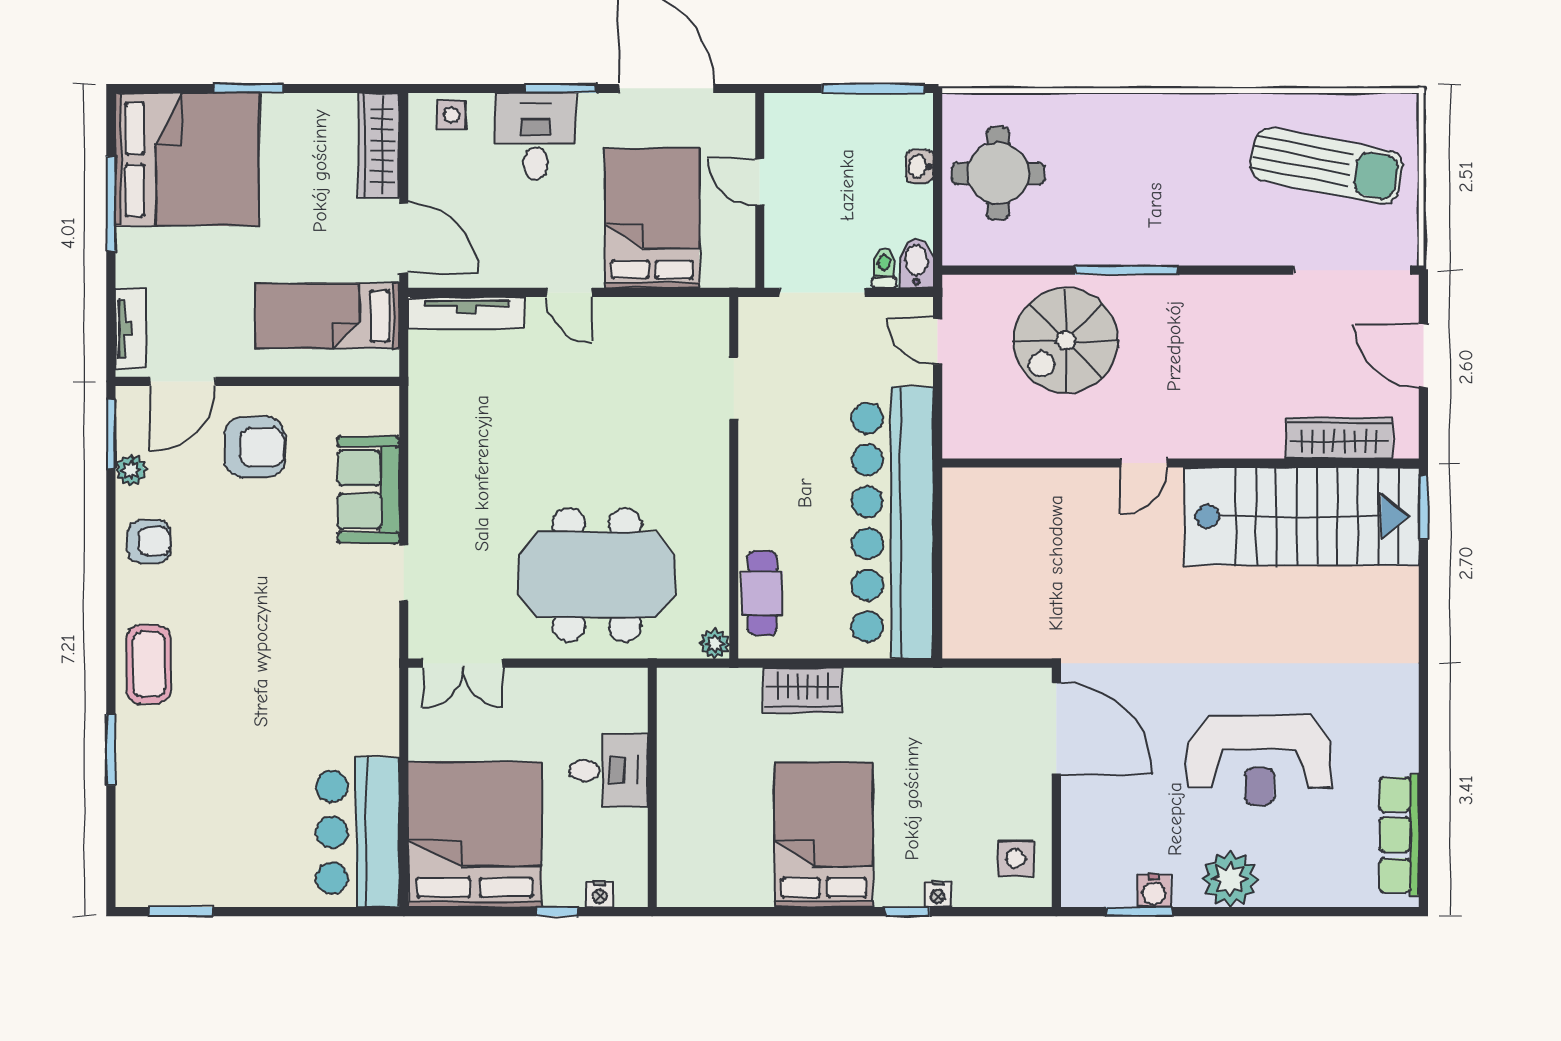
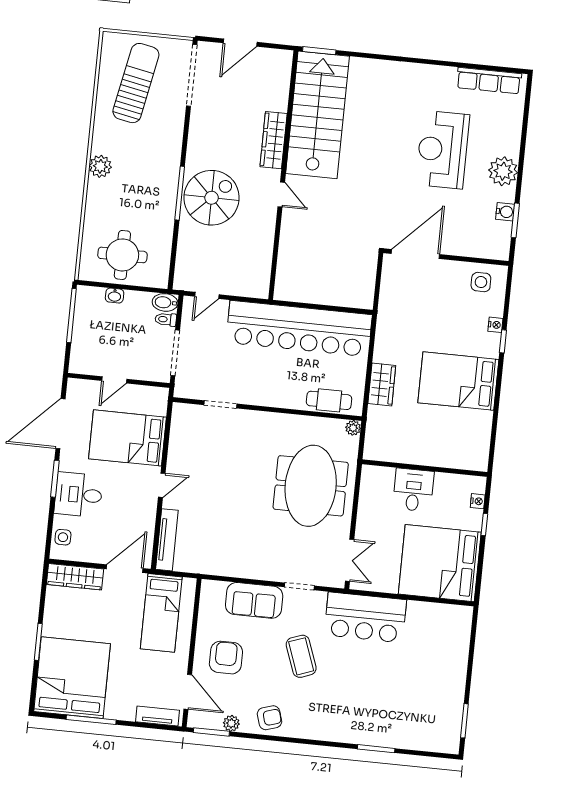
plant: (1162, 114) -> (100, 166), added
spiral stairs: (1066, 340) -> (212, 198), moved, turned -90
wardrobe: (1339, 438) -> (274, 140), moved
armchair: (149, 541) -> (269, 718), turned 73
coffee table: (149, 664) -> (301, 656), moved, turned 70
reception desk: (1259, 760) -> (443, 150), turned 180
bar counter: (358, 832) -> (365, 617), moved

